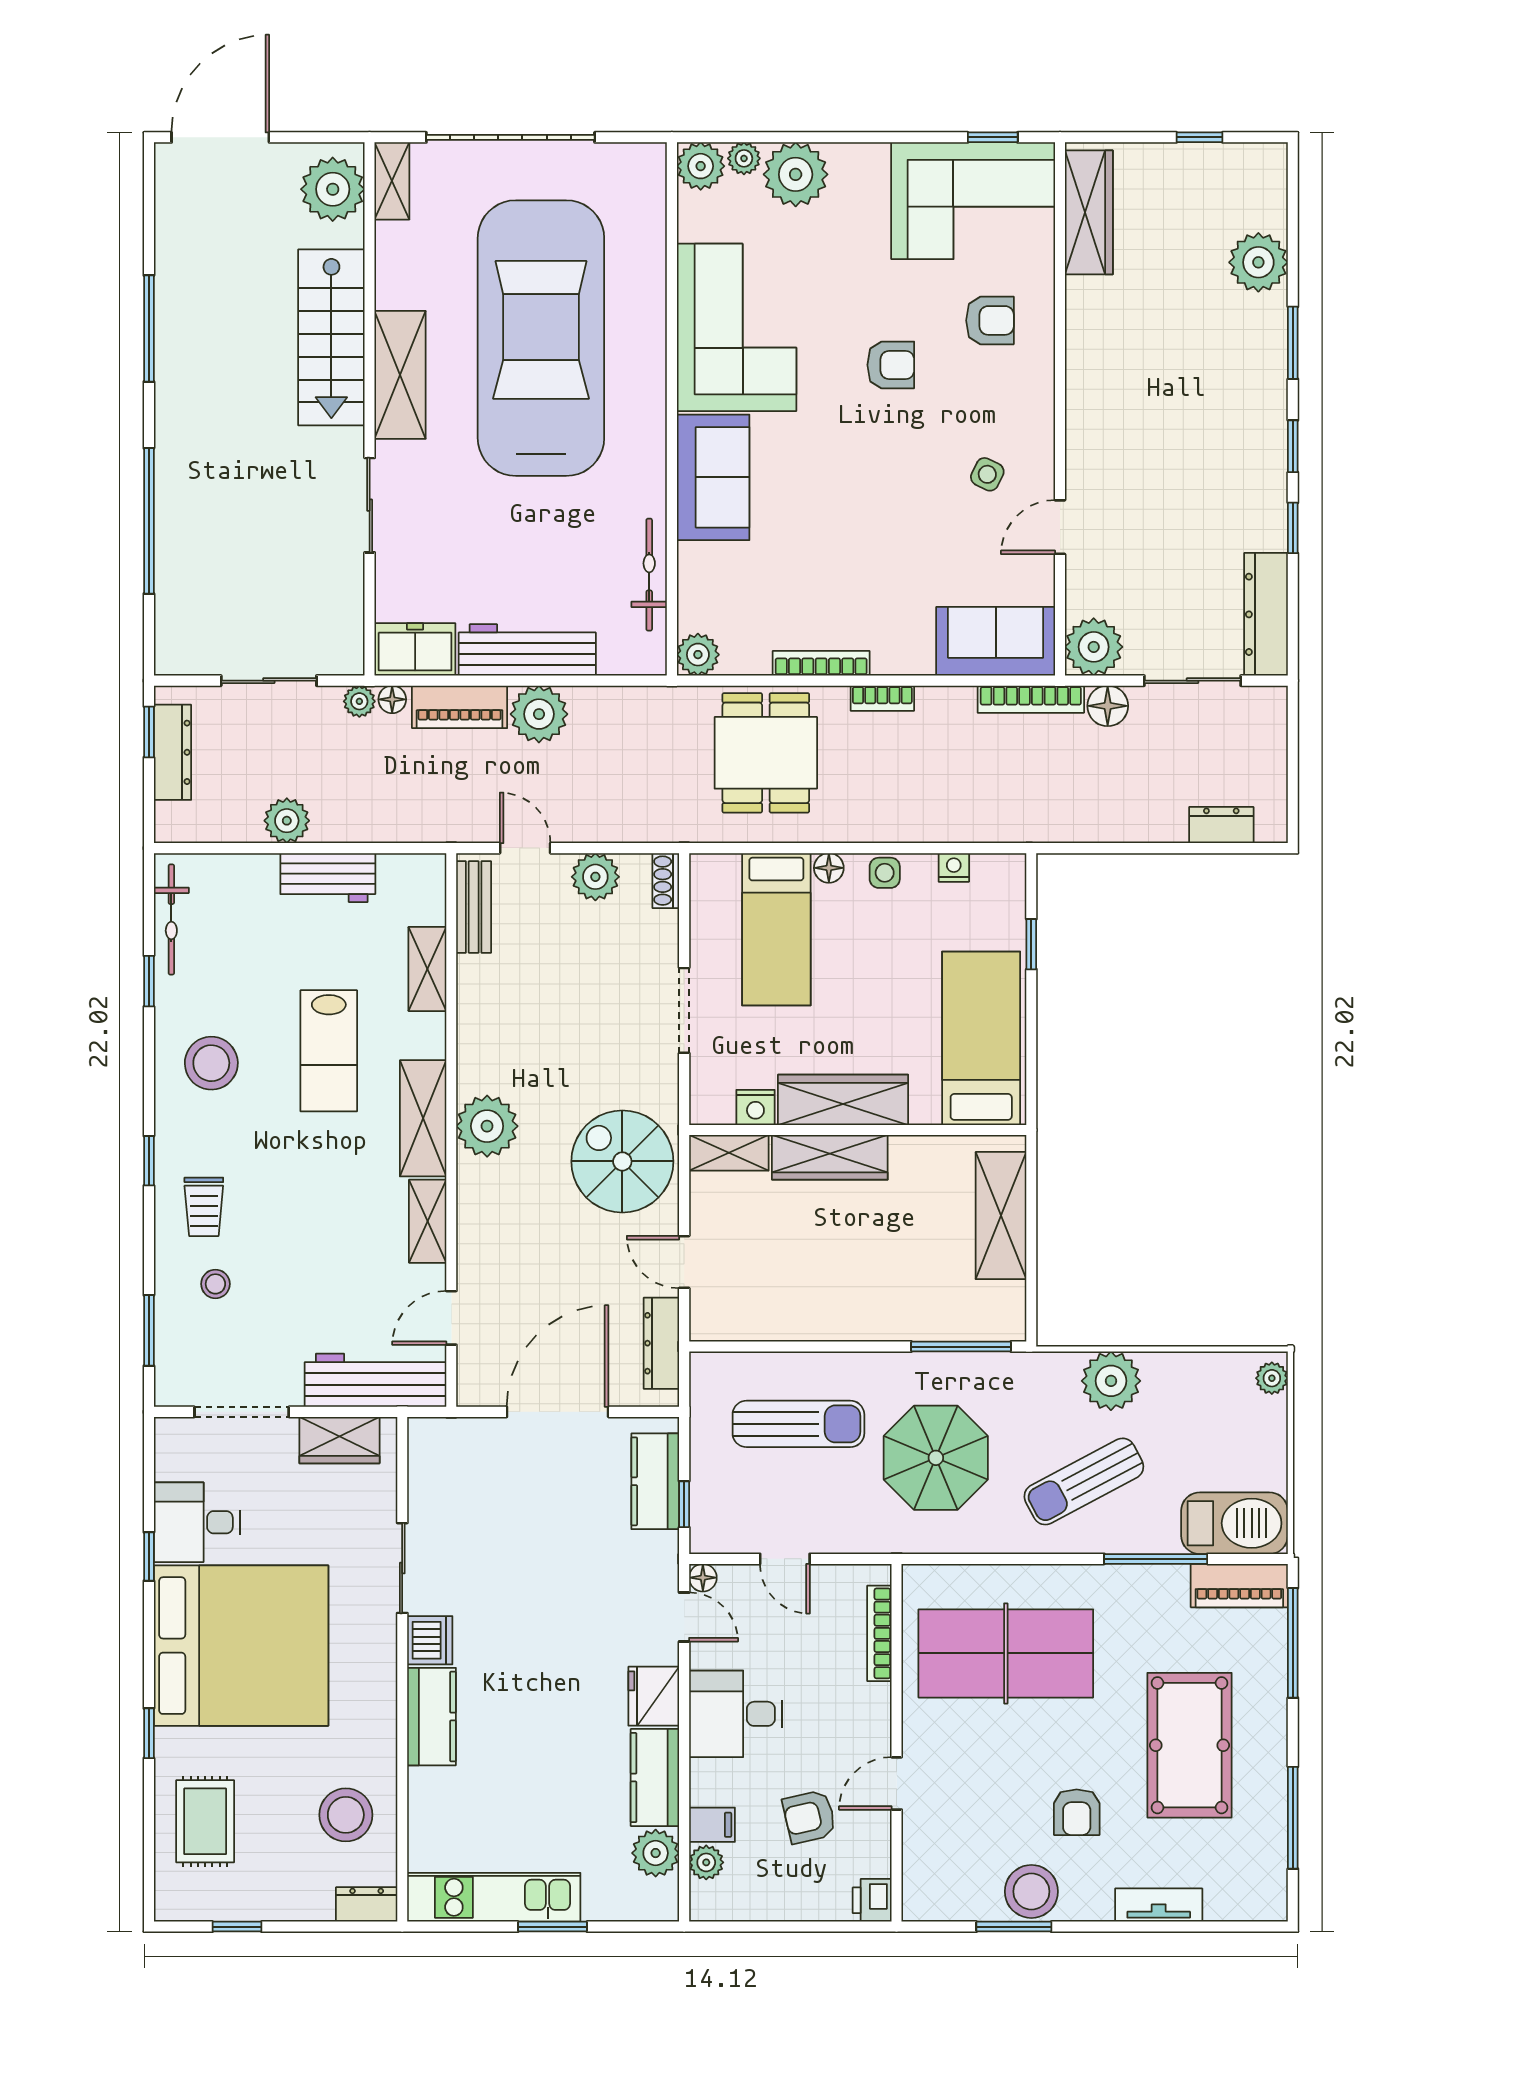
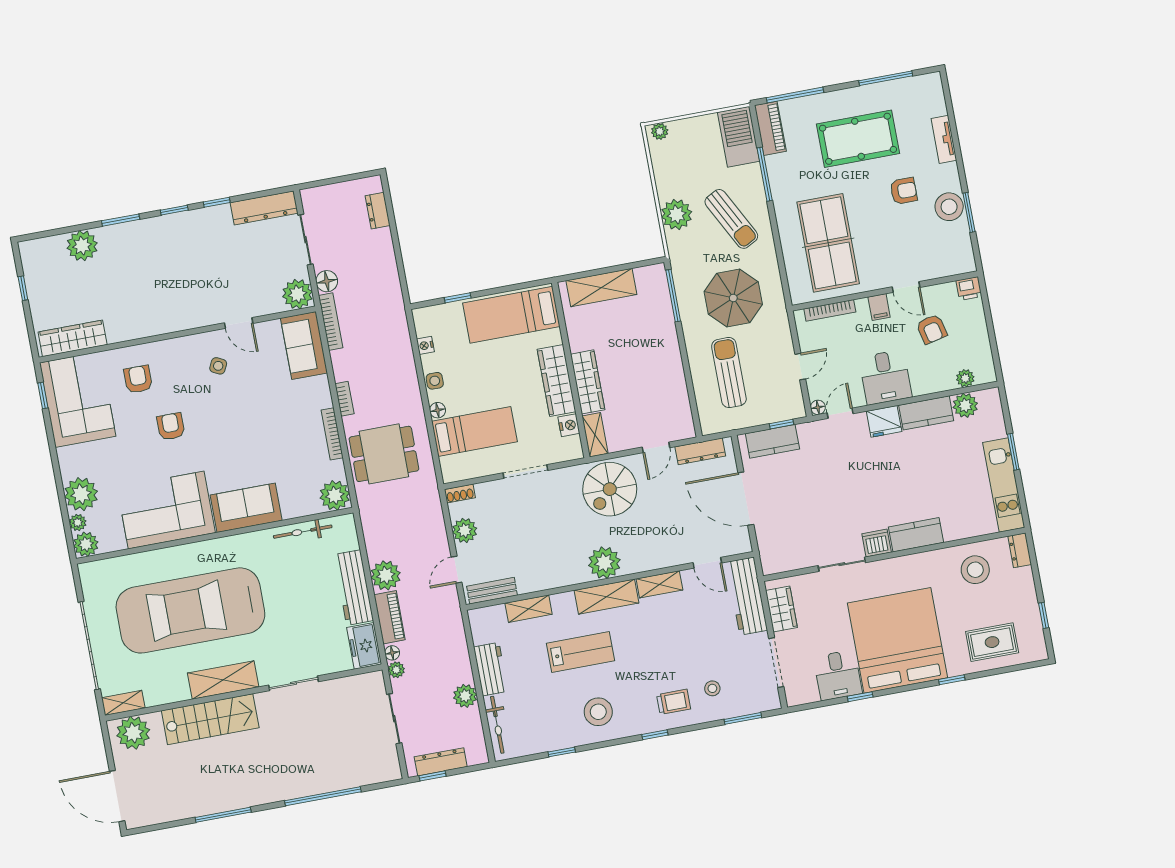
plant: (698, 655) -> (335, 495), width x1.36, depth x1.36
bicycle: (171, 919) -> (497, 725), moved, turned 90
filing cabinet: (712, 1825) -> (879, 307), moved, turned 180

